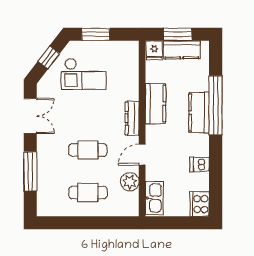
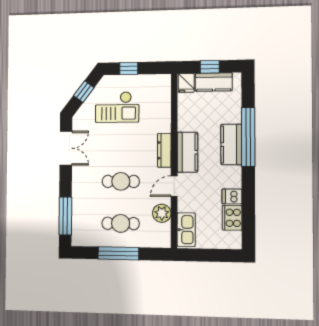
window: (96, 34) -> (129, 68), width x0.67
window: (178, 34) -> (210, 67), width x0.67
kitchen counter: (155, 104) -> (187, 152), moved
window: (30, 171) -> (65, 216), moved
cooker: (200, 204) -> (232, 218), moved
window: (86, 223) -> (118, 253), added

